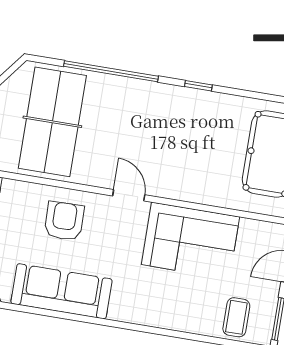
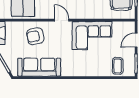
armchair: (64, 221) -> (35, 36), turned -100

